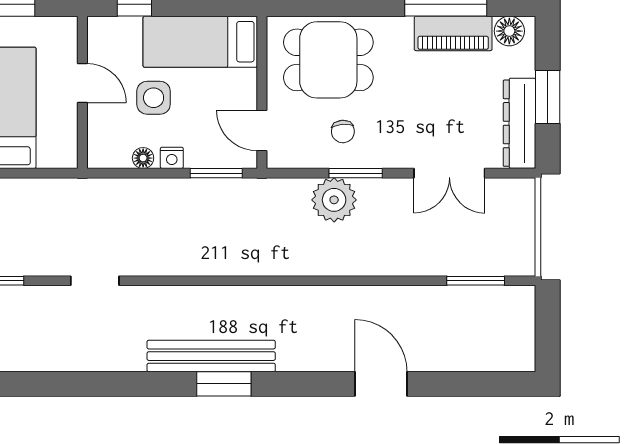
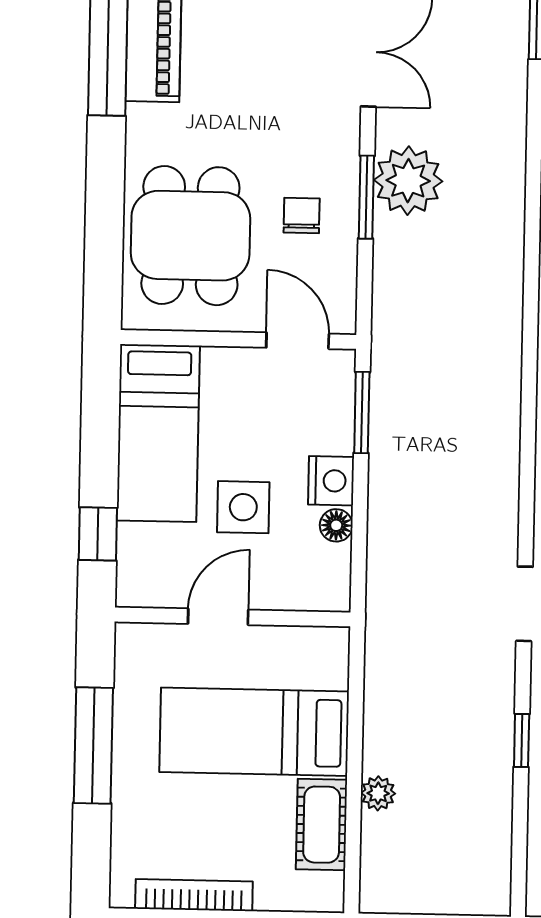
door: (262, 131) -> (298, 341), swing flipped
chair: (343, 131) -> (302, 216), turned -85
nightstand: (172, 158) -> (331, 481), width x1.39, depth x1.35
plant: (334, 200) -> (408, 181), moved

